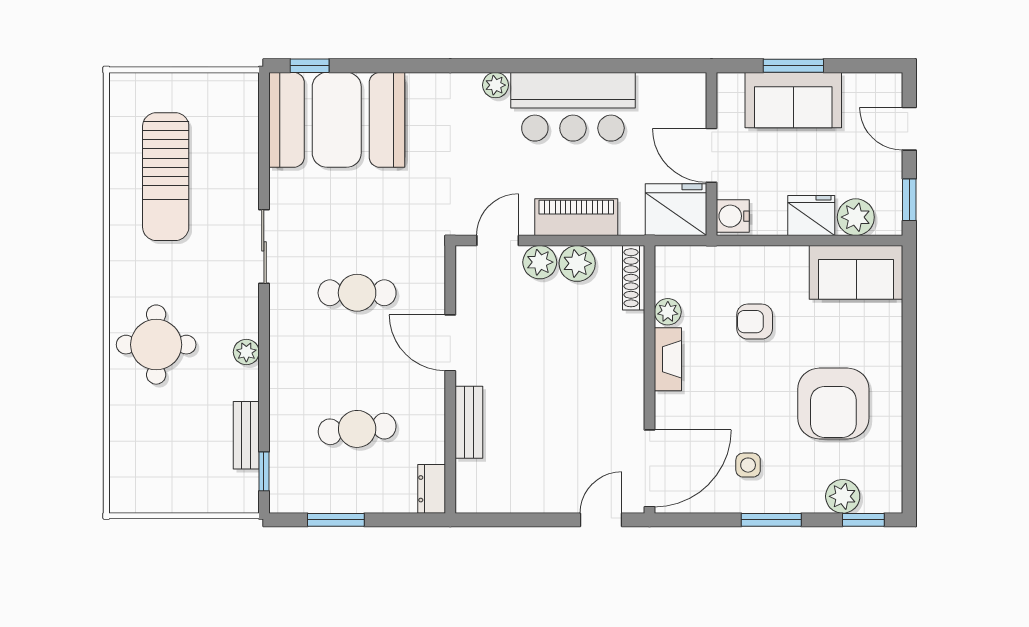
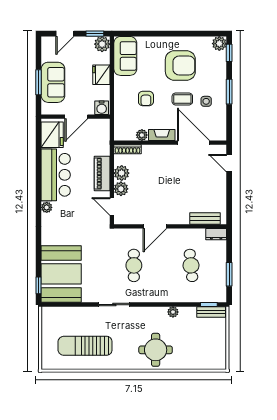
sun lounger: (166, 177) -> (85, 346), turned 180
fridge: (676, 210) -> (52, 135), moved, turned 180
plant: (856, 217) -> (102, 44), moved
plant: (246, 352) -> (173, 312), moved
coffee table: (754, 408) -> (182, 99), added
bench: (469, 422) -> (205, 218), moved
bench: (246, 435) -> (211, 312), moved
door: (650, 468) -> (194, 143), moved
plant: (843, 496) -> (219, 44), moved

